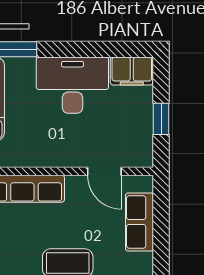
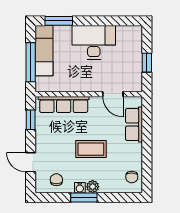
filing cabinet: (132, 71) -> (129, 34), removed

